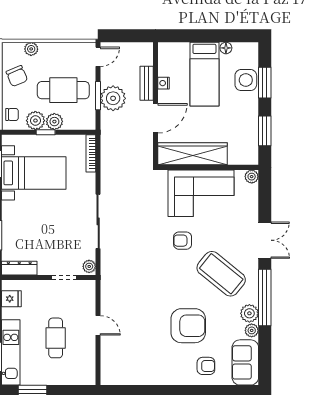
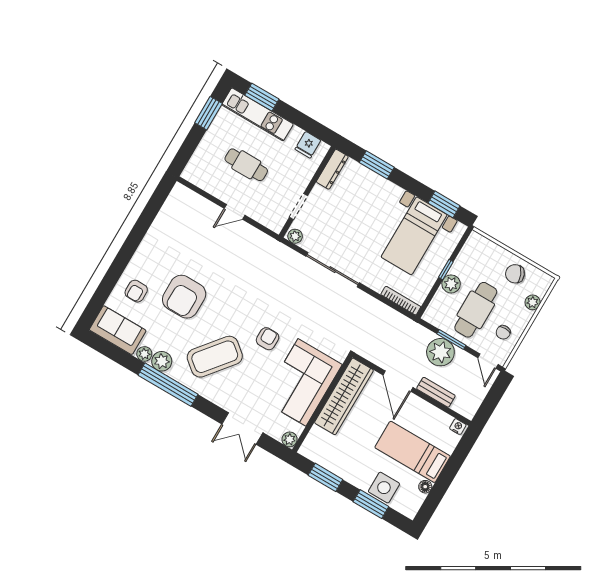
nightstand: (164, 83) -> (458, 427), moved
chair: (12, 114) -> (503, 332), moved
plant: (35, 121) -> (463, 267), removed
double door: (265, 240) -> (242, 428), moved

